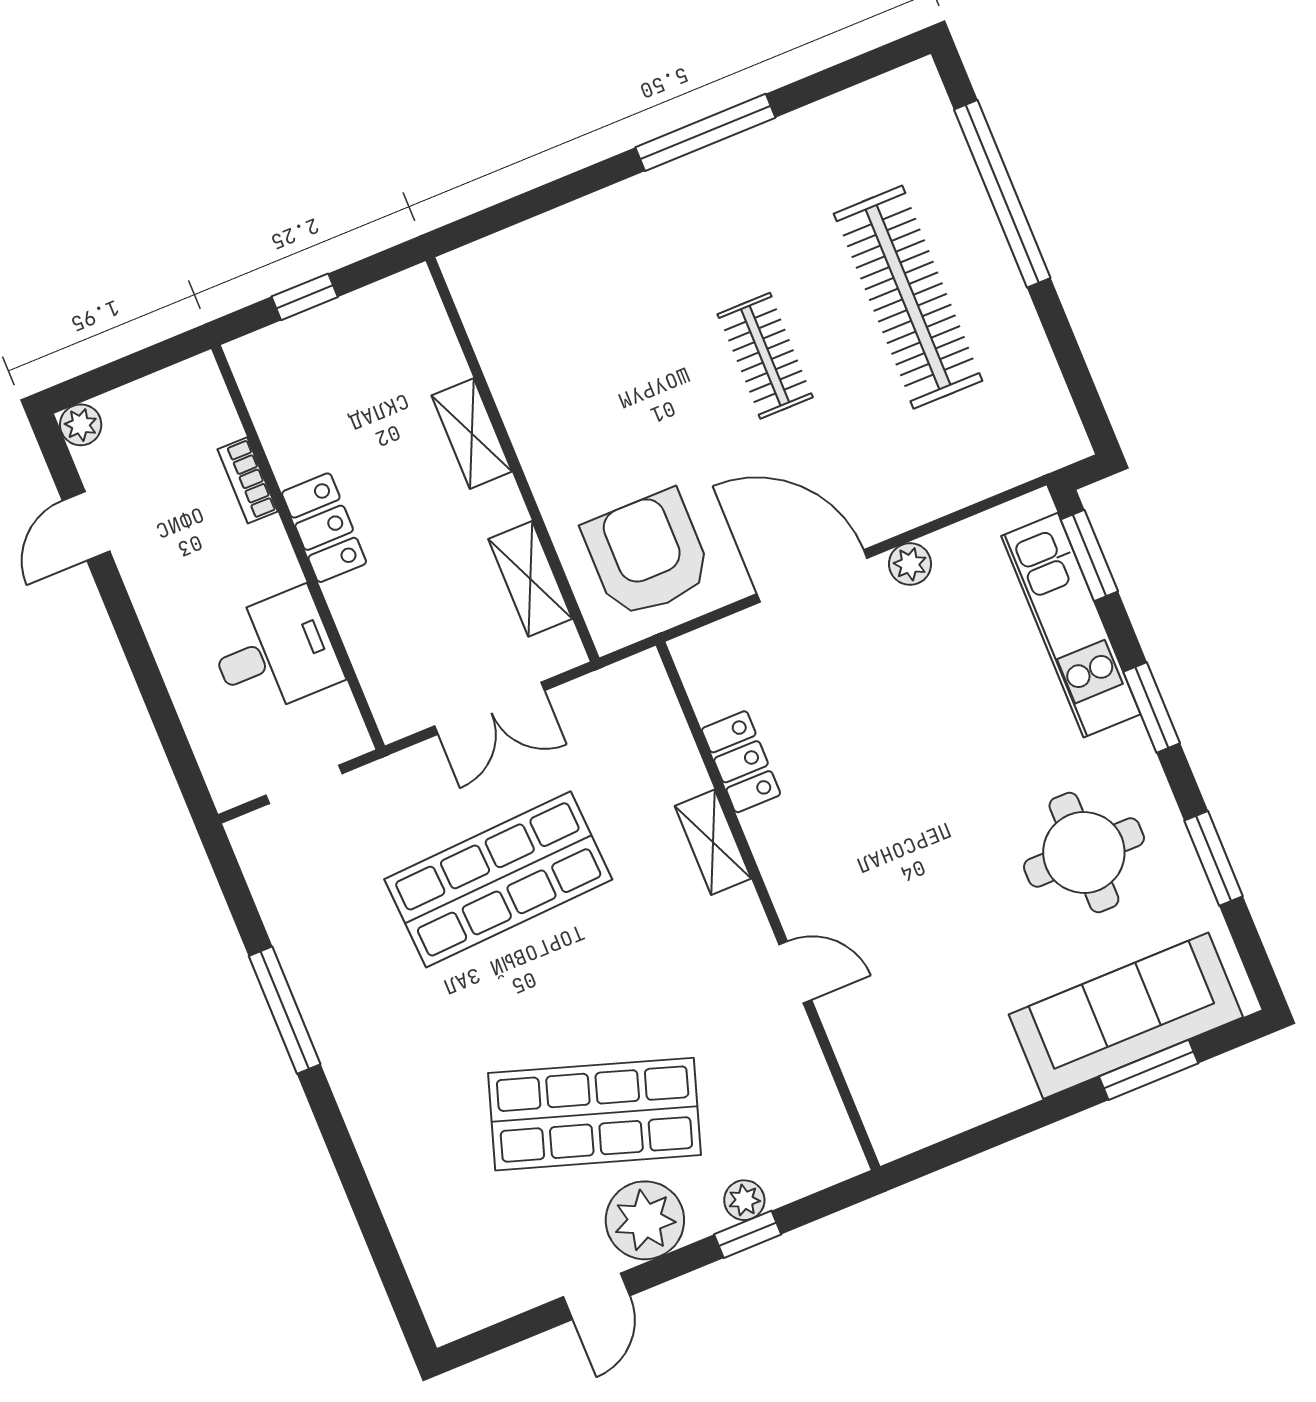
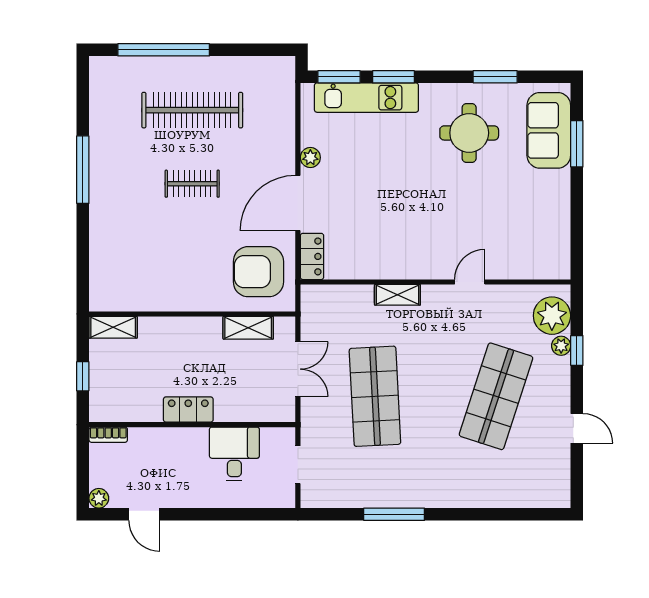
shelving: (472, 434) -> (113, 327), moved
bookcase: (248, 480) -> (108, 435), moved
window: (1152, 707) -> (393, 77), moved
locker: (741, 762) -> (312, 256), moved, turned 90
sofa: (1126, 1016) -> (549, 130), width x0.73
plant: (645, 1220) -> (552, 316), moved

